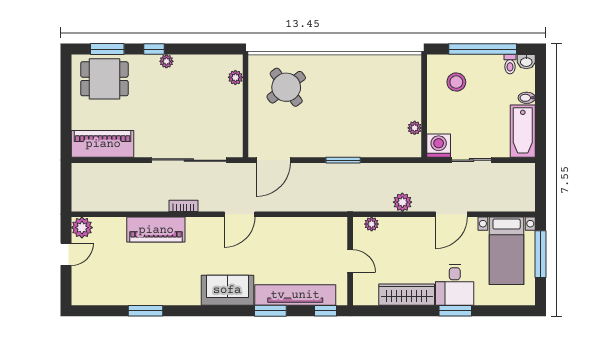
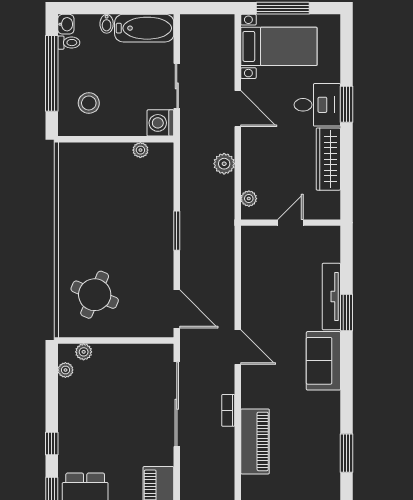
plant: (166, 61) -> (65, 370), moved
round table: (286, 87) -> (95, 295), turned -30
tv unit: (295, 295) -> (331, 296), width x0.73, depth x0.78
window: (326, 311) -> (347, 250), removed

